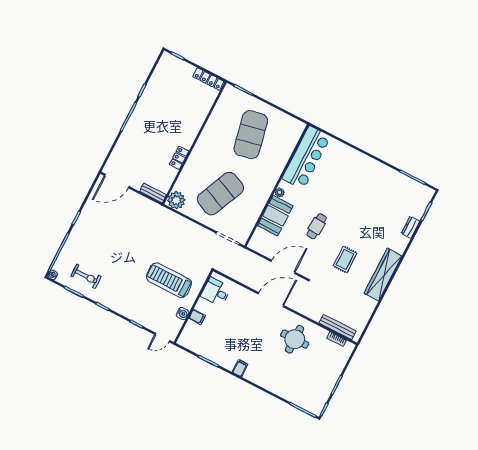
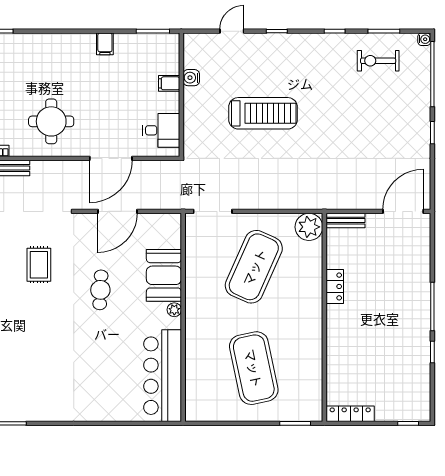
desk: (216, 292) -> (161, 130), moved
wall: (193, 307) -> (181, 95), moved
water cooler: (182, 314) -> (191, 78), moved
filing cabinet: (197, 317) -> (169, 83), moved

